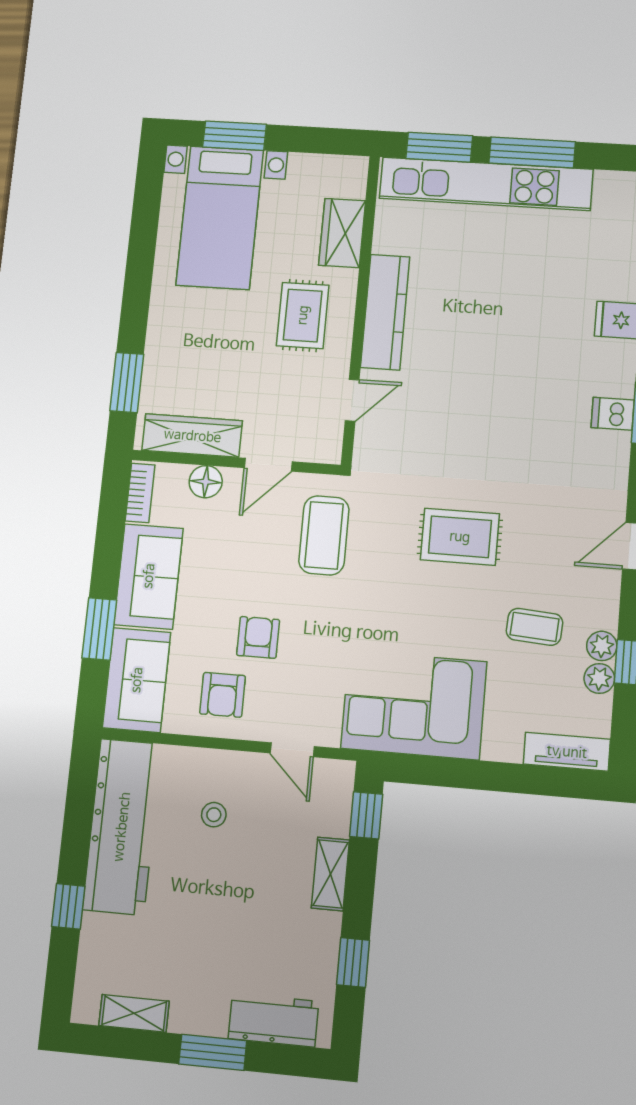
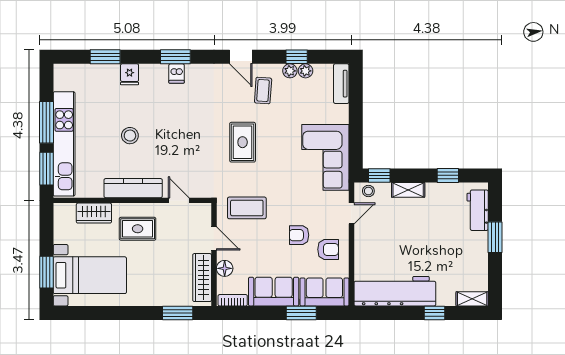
stool: (492, 313) -> (130, 136), added
coffee table: (534, 627) -> (263, 91), moved
stool: (214, 815) -> (368, 191), moved
shelving: (134, 1013) -> (472, 299), moved, turned 90

